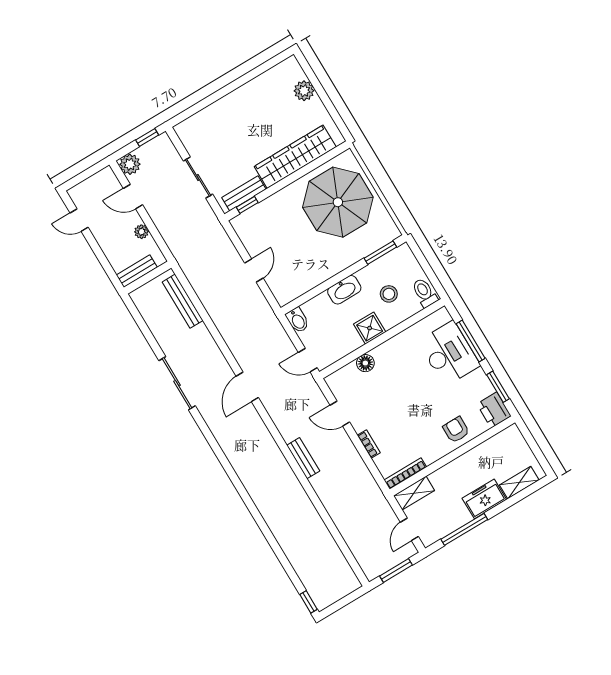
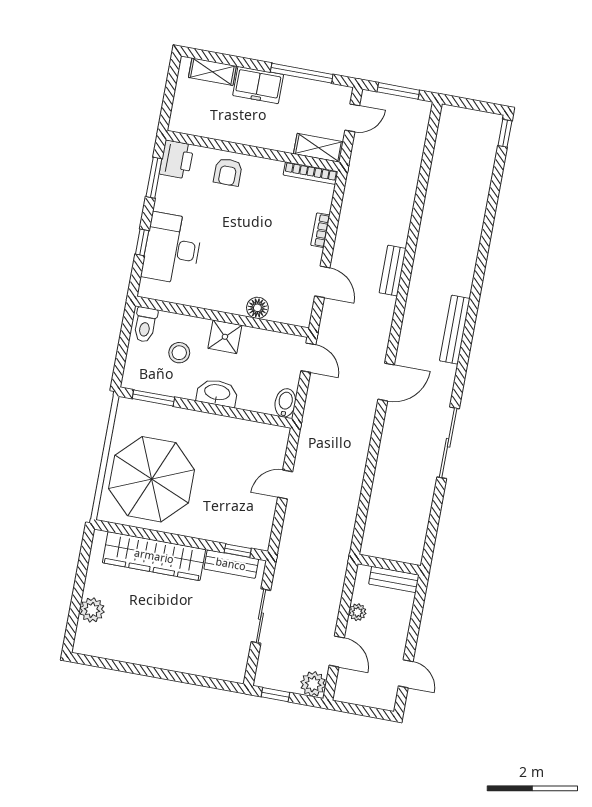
bench: (183, 301) -> (455, 330), moved
window: (471, 341) -> (142, 242), width x0.46

